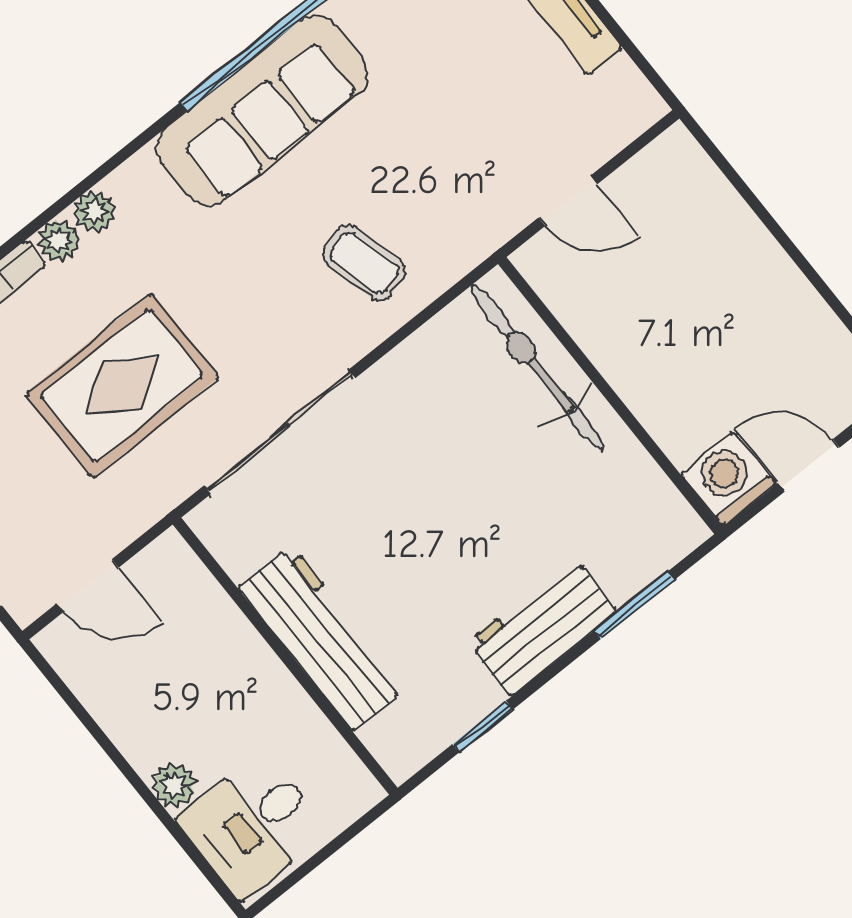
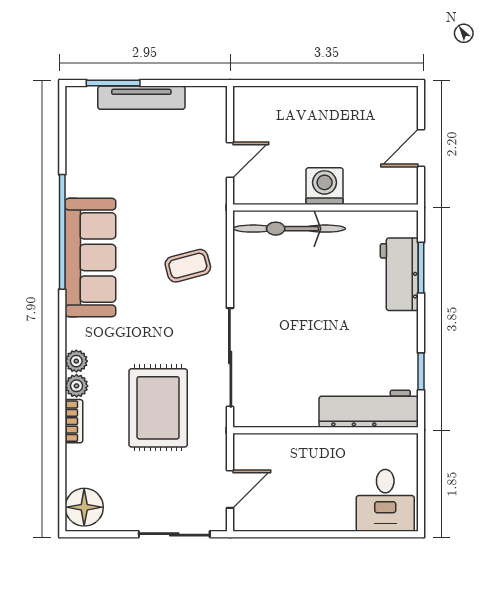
washing machine: (728, 479) -> (325, 186), moved, turned 90
workbench: (543, 627) -> (399, 274), moved
workbench: (322, 638) -> (369, 409), moved
plant: (174, 785) -> (342, 520), removed

